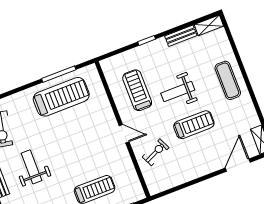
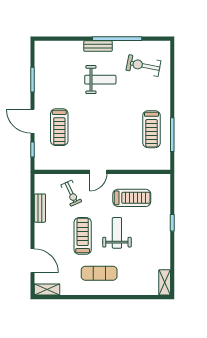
bench: (181, 36) -> (40, 208), moved
exercise mat: (228, 80) -> (99, 273), moved
treadmill: (61, 97) -> (152, 129), width x0.73, depth x0.73
treadmill: (194, 125) -> (83, 236), turned 180

